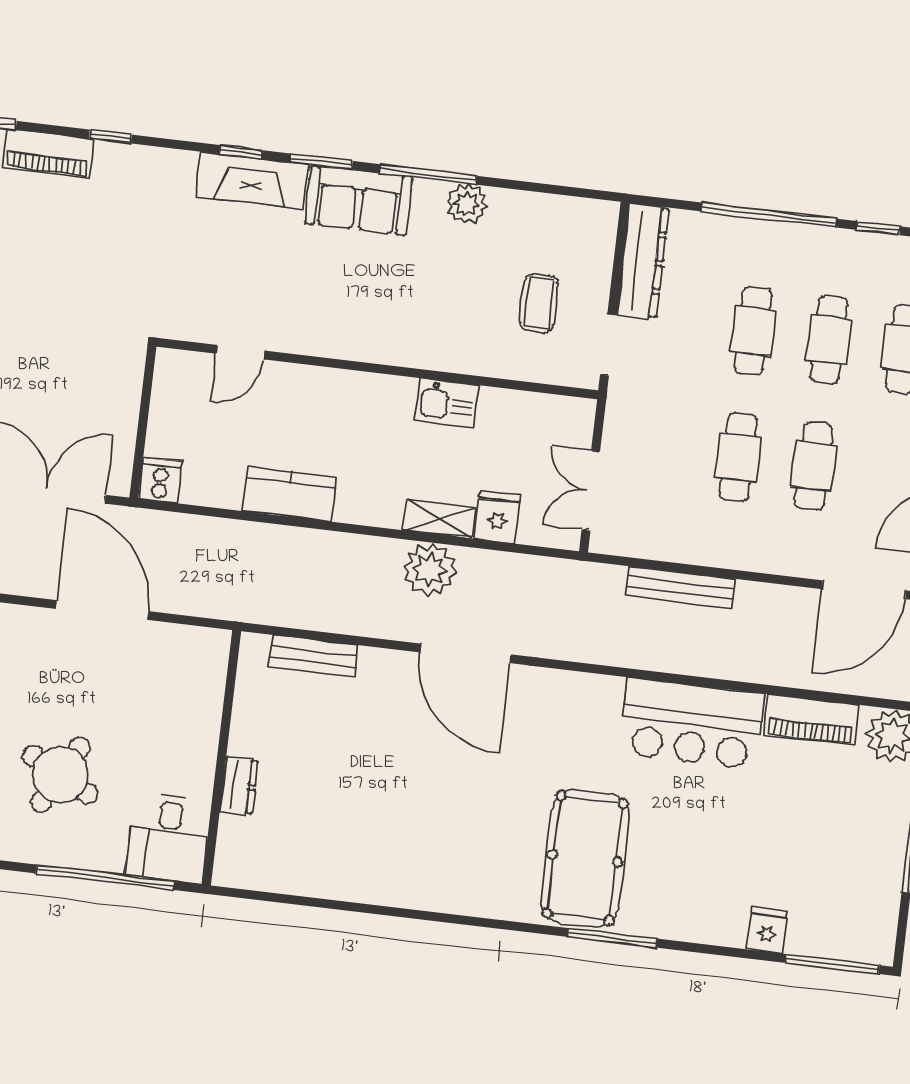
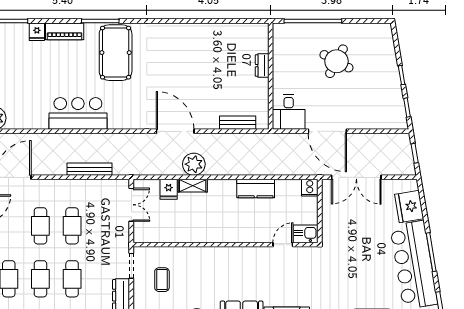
kitchen sink: (446, 403) -> (305, 234), moved
piano: (811, 720) -> (65, 31), moved, turned 180
desk: (168, 838) -> (289, 112), moved, turned 180

